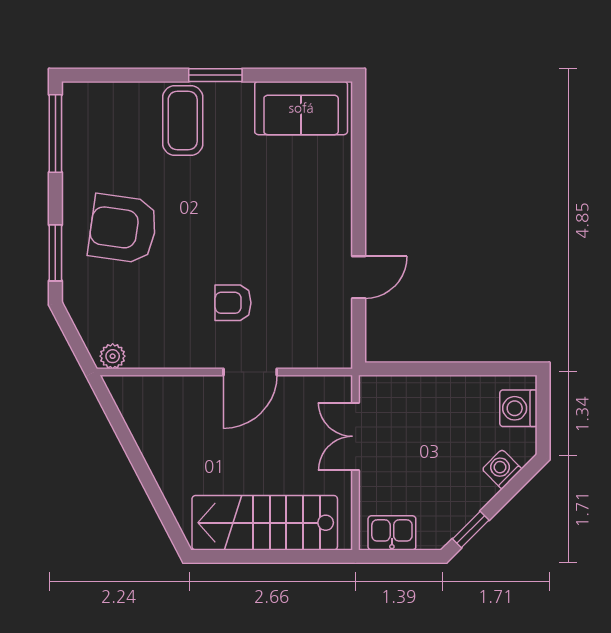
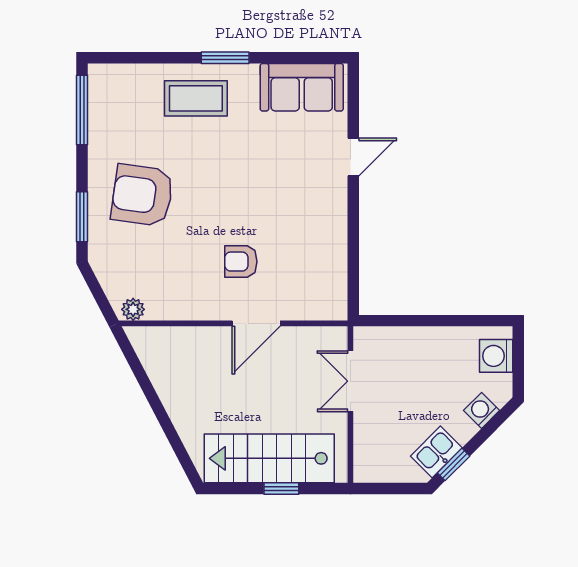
coffee table: (183, 120) -> (196, 98), turned 90
door: (359, 277) -> (353, 157), moved
kitchen sink: (392, 533) -> (436, 452), moved, turned -45
window: (278, 556) -> (281, 488), added

